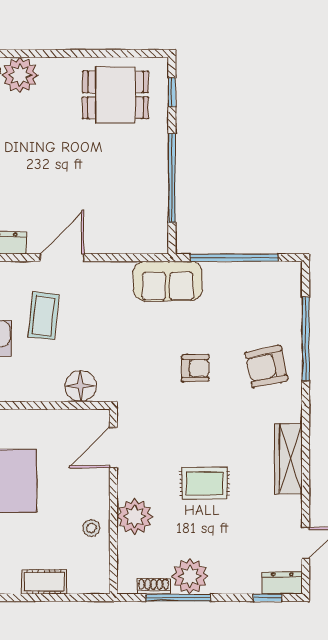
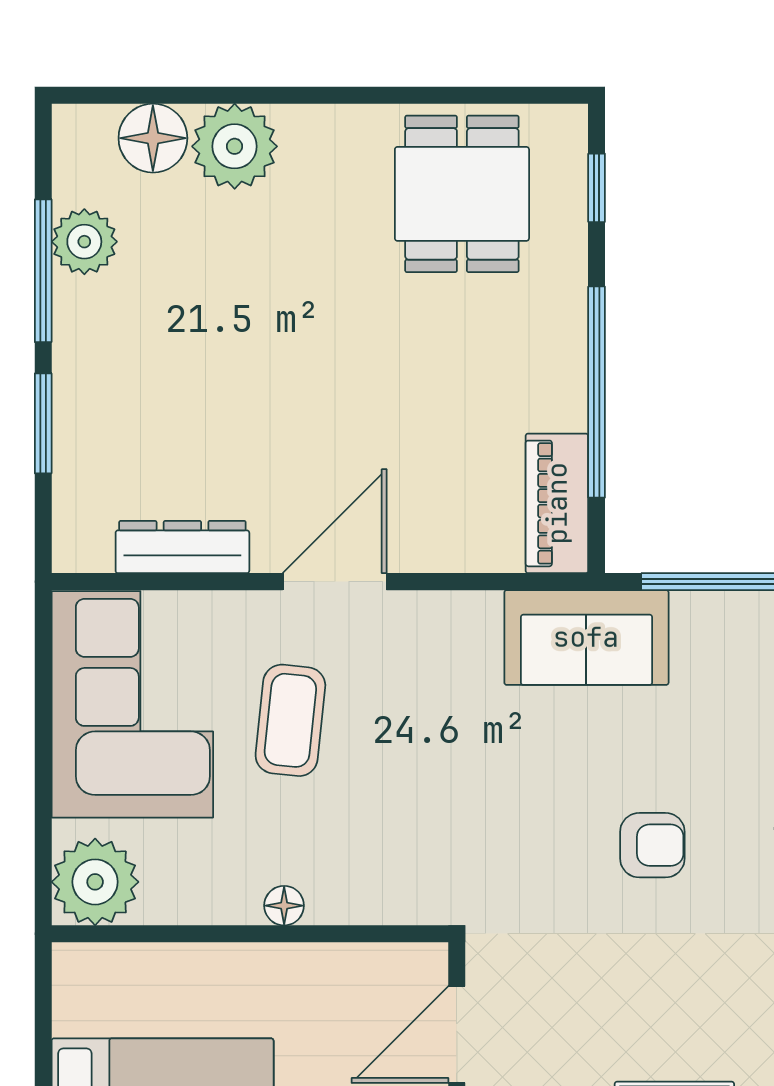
dining table: (115, 95) -> (462, 194), turned 90
piano: (155, 225) -> (557, 503), added
floor lamp: (81, 386) -> (284, 906), moved, width x0.53, depth x0.53

